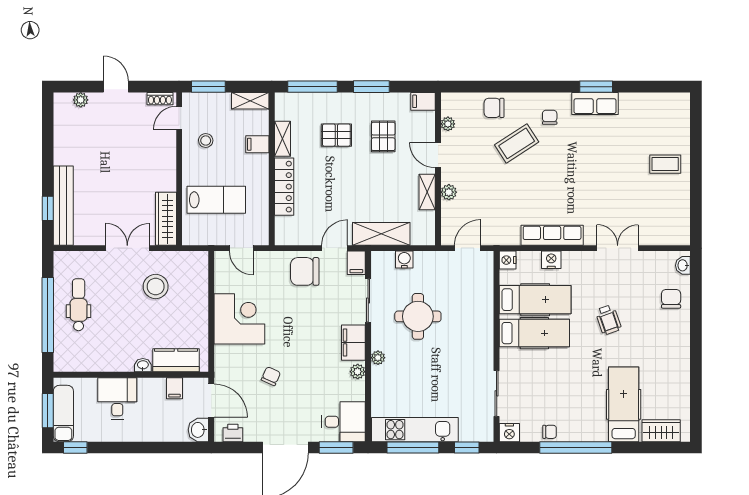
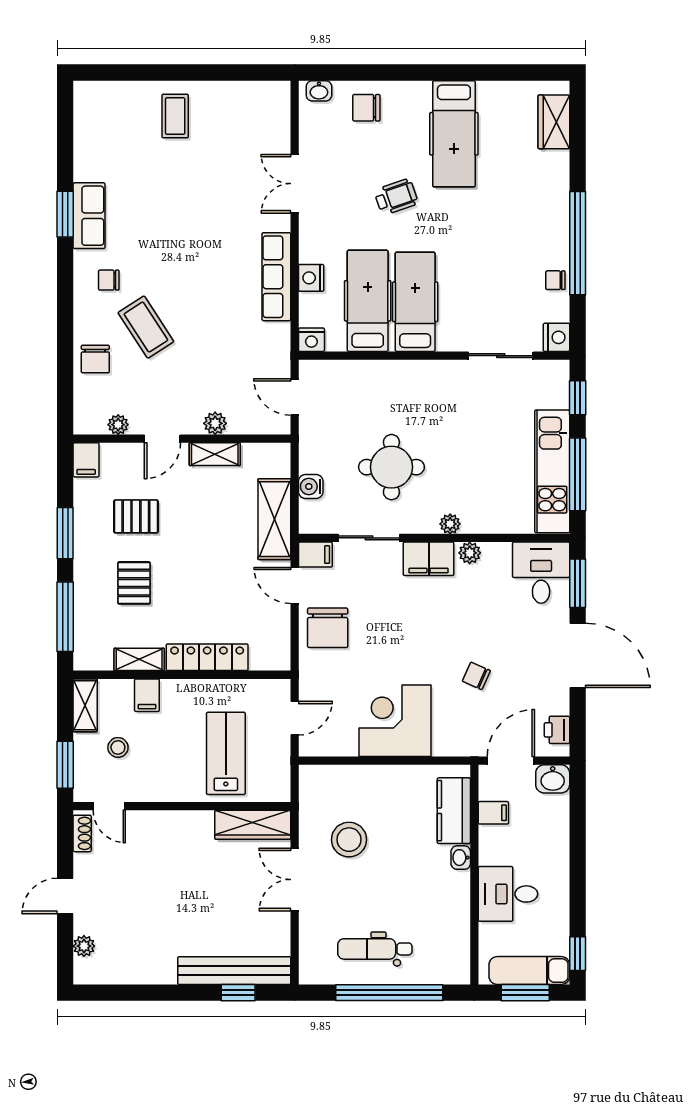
stool: (206, 141) -> (118, 747), moved
hospital bed: (624, 404) -> (454, 134), moved, turned -90
chair: (550, 432) -> (555, 280), turned -90

